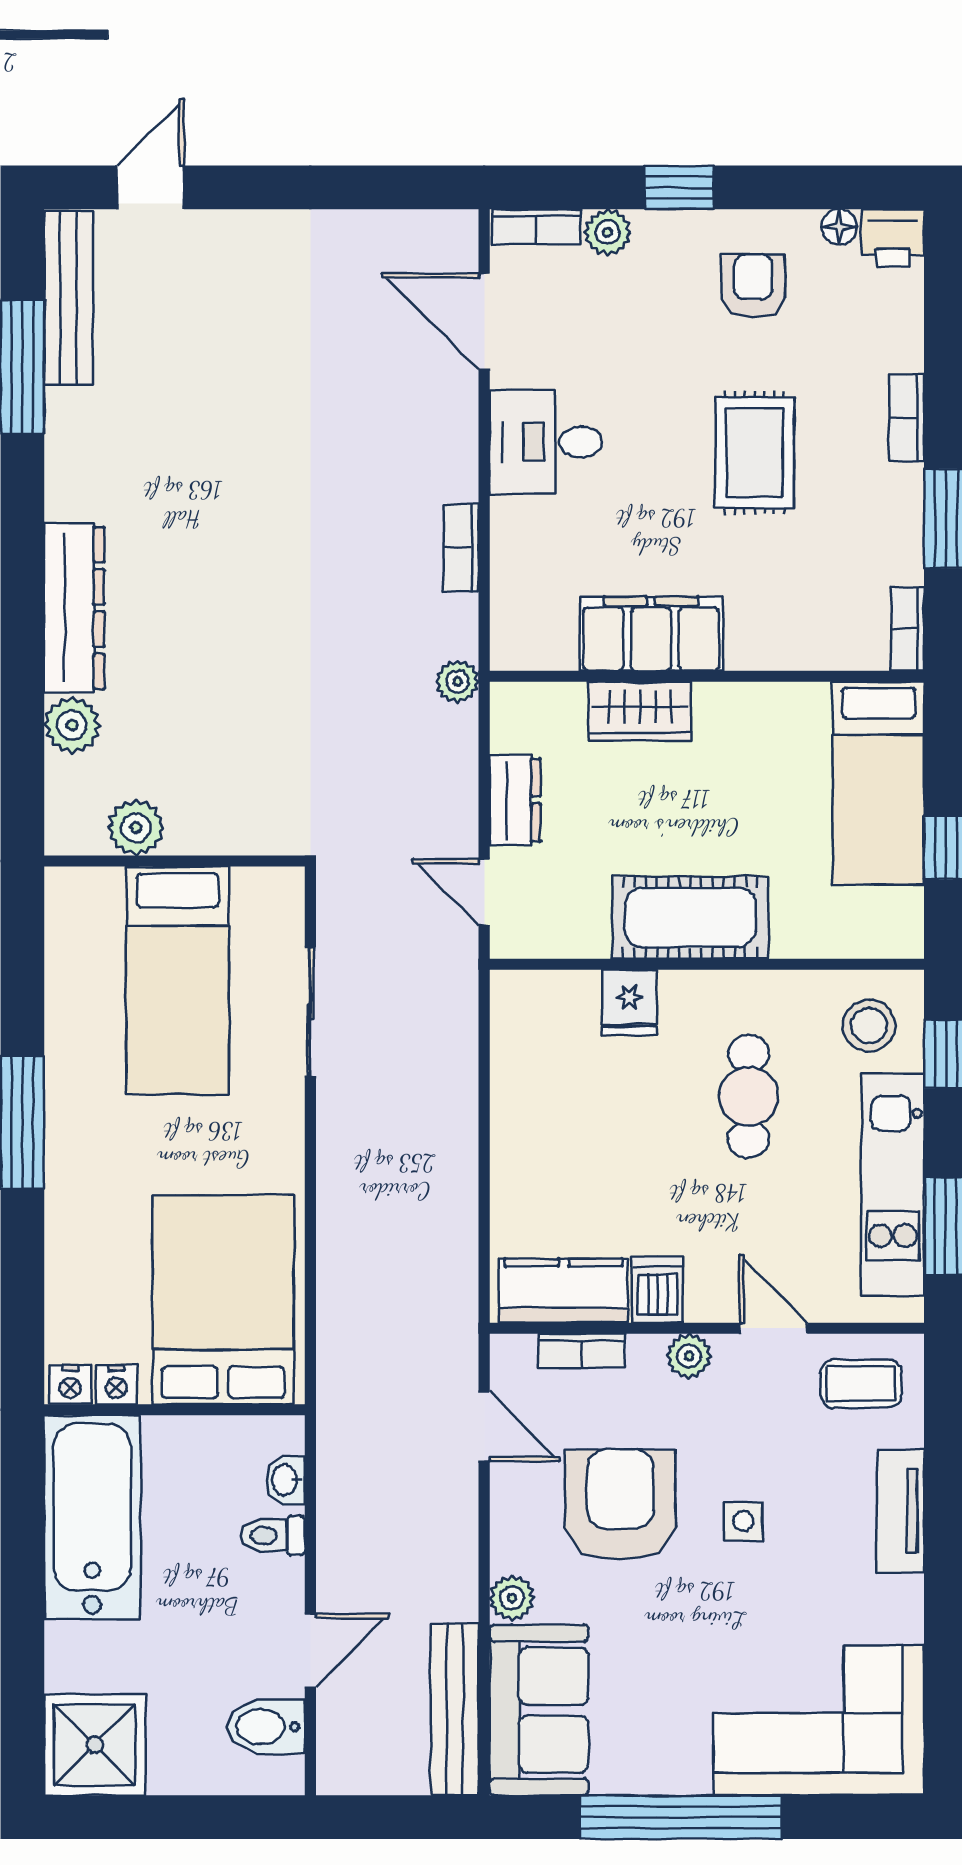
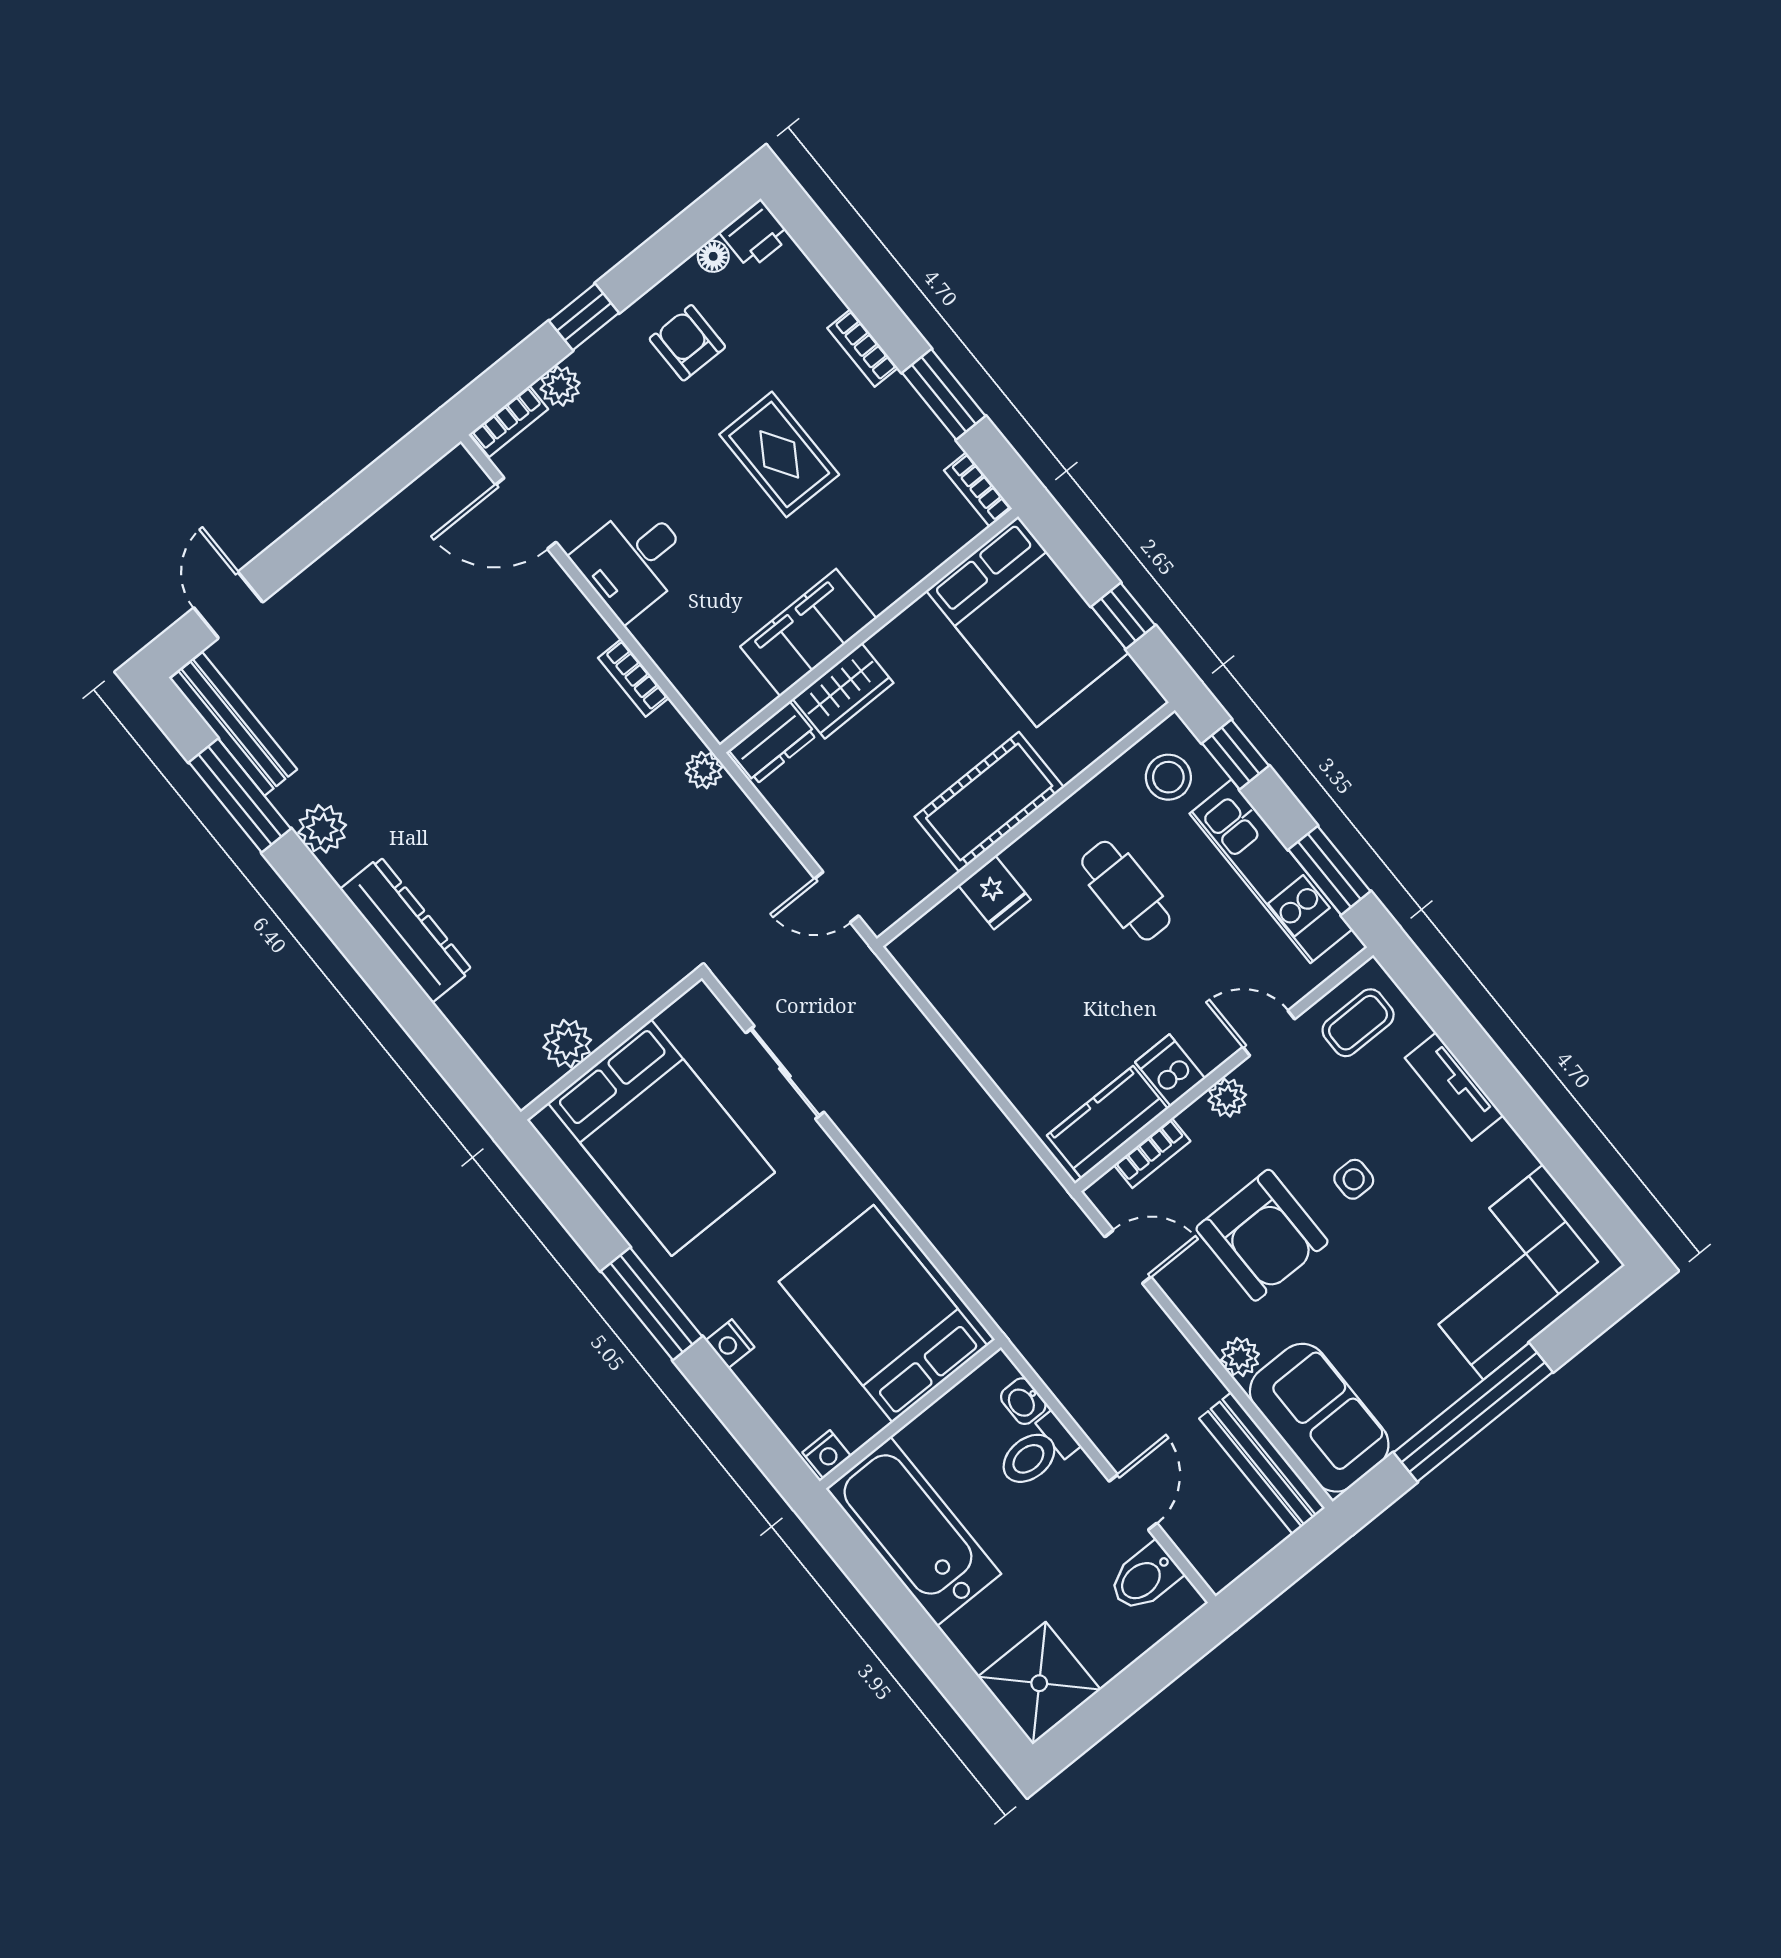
plant: (72, 725) -> (322, 829), moved
bed: (878, 783) -> (1027, 622), width x1.50
dresser: (515, 800) -> (773, 743), moved, turned 90
bed: (178, 980) -> (661, 1138), width x1.50
nightstand: (116, 1385) -> (730, 1344), moved, turned 90
armchair: (620, 1505) -> (1262, 1235), turned 180
toilet: (273, 1536) -> (1037, 1452), width x1.37, depth x1.39

